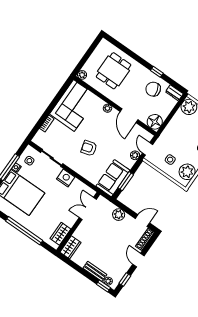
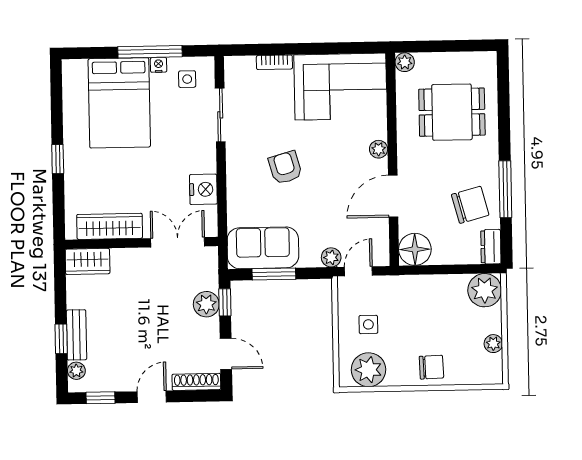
window: (157, 72) -> (505, 189), width x2.17
chair: (153, 89) -> (470, 205), turned 91
nightstand: (66, 178) -> (203, 189), moved
window: (123, 207) -> (225, 302), added
window: (24, 231) -> (58, 159), width x0.32
wardrobe: (60, 234) -> (110, 226), width x1.50
window: (103, 286) -> (61, 339), moved

